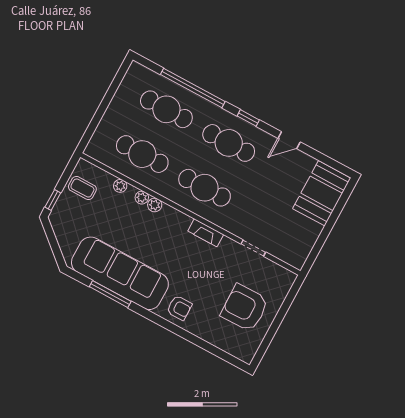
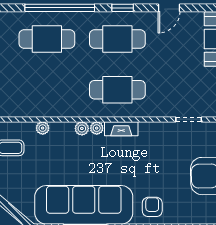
cafe table: (142, 154) -> (47, 90), removed
plant: (142, 198) -> (97, 128), moved
fireplace: (206, 233) -> (121, 129), moved
armchair: (179, 308) -> (152, 207), turned -90

